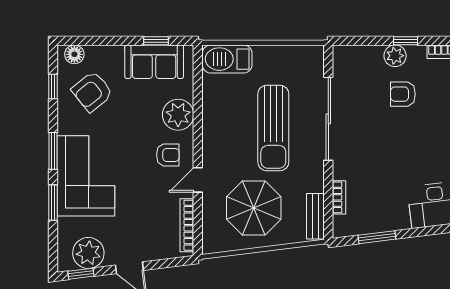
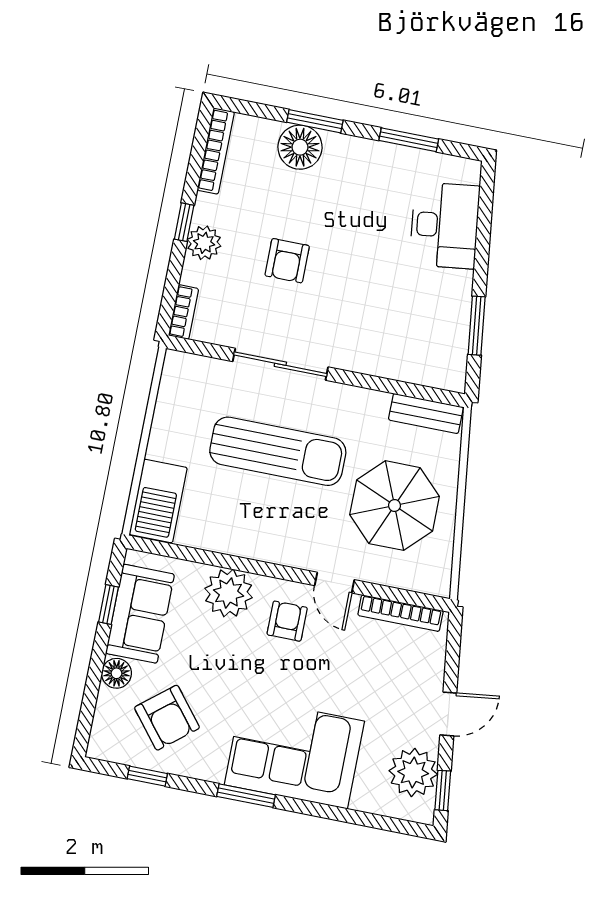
floor lamp: (74, 54) -> (117, 673), moved
armchair: (403, 94) -> (287, 261), moved
sliding door: (328, 119) -> (280, 364), width x0.73
bookcase: (339, 197) -> (183, 312), moved, turned 90
window: (53, 203) -> (325, 811), removed

